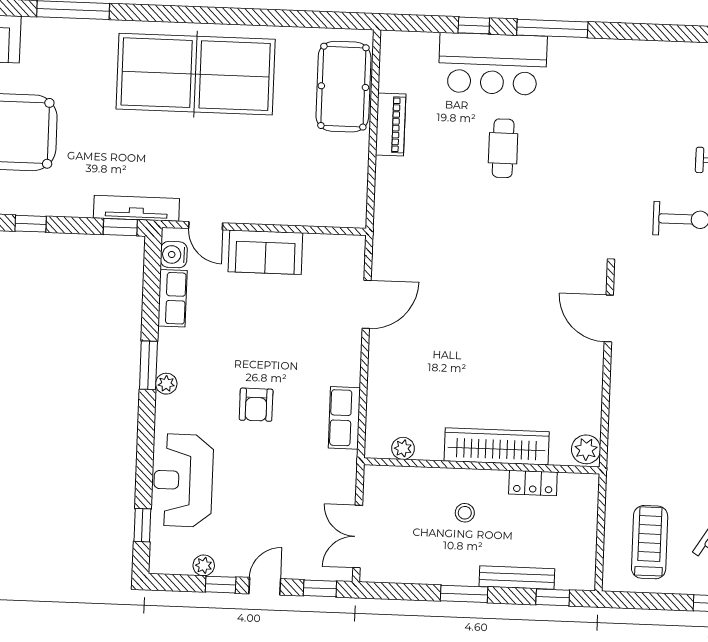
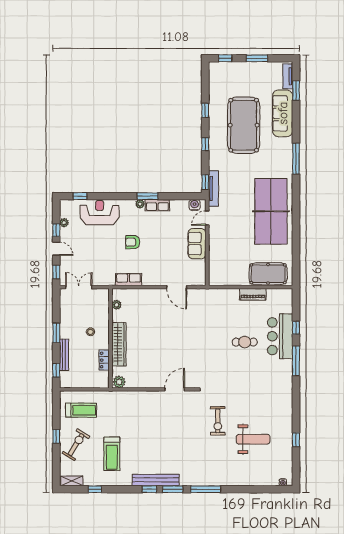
row of seats: (173, 298) -> (157, 205), moved

